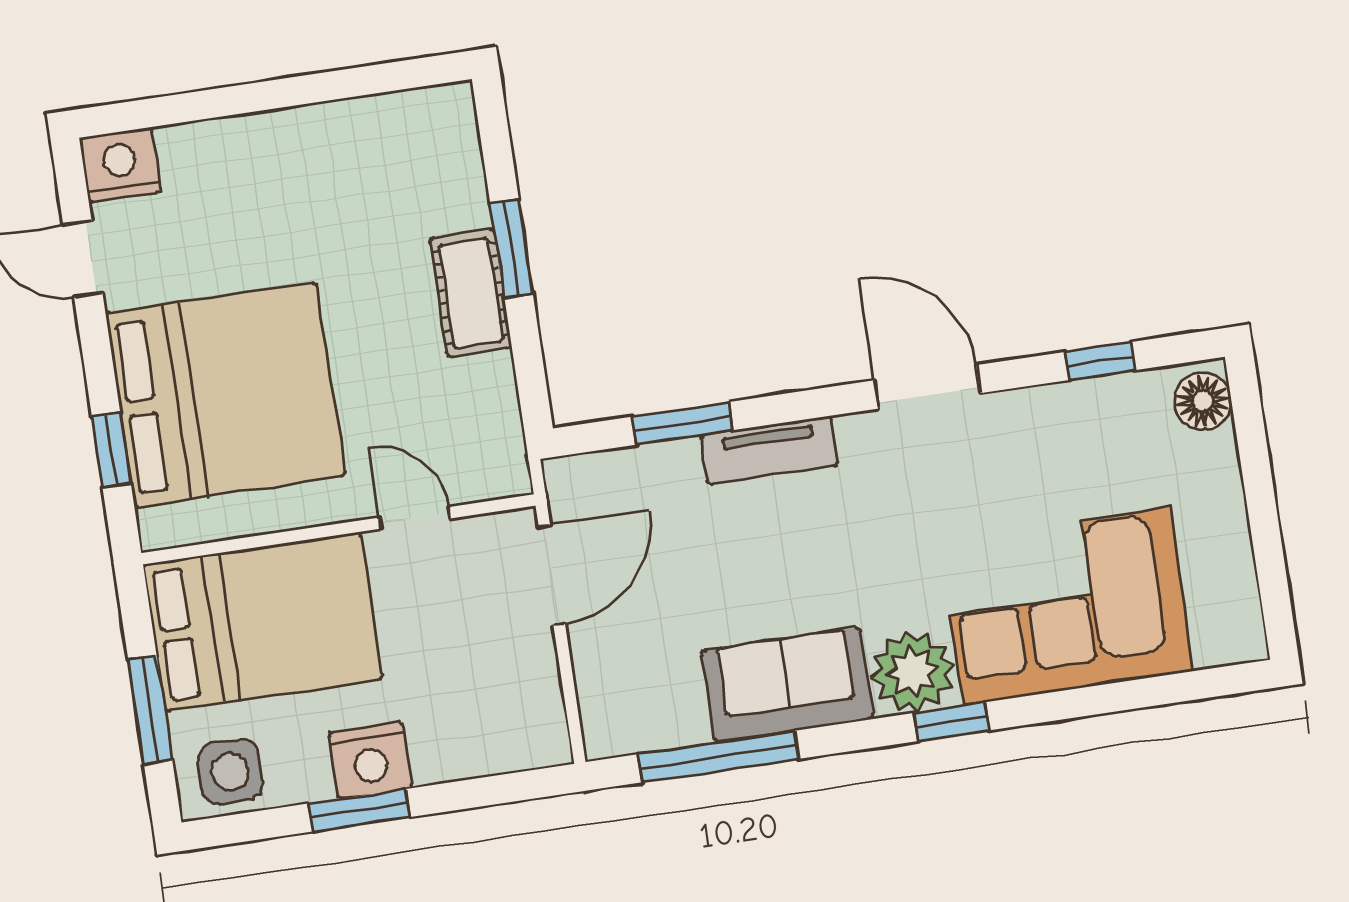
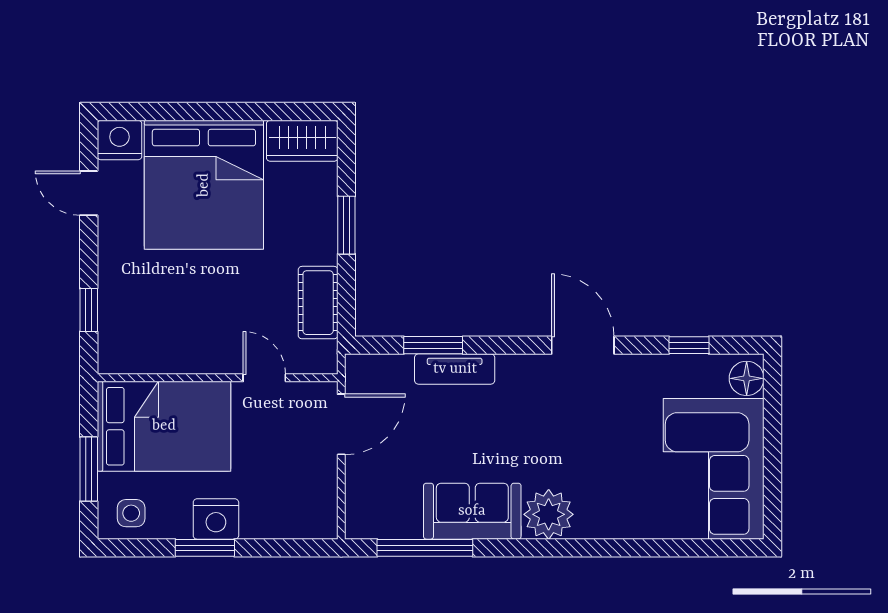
wardrobe: (419, 122) -> (302, 141), added
cot: (471, 293) -> (318, 303), moved
bed: (225, 395) -> (204, 185), moved, turned 90
tv unit: (769, 450) -> (455, 369), moved
corner sofa: (1066, 606) -> (714, 469), moved, turned -90
window: (952, 722) -> (568, 548), removed
side table: (230, 772) -> (131, 513), width x0.73, depth x0.73

